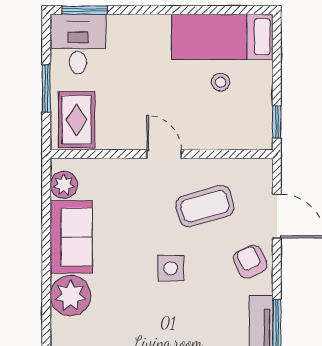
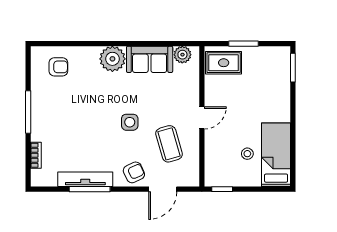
desk: (78, 44) -> (271, 64), removed

